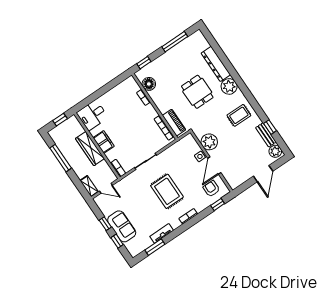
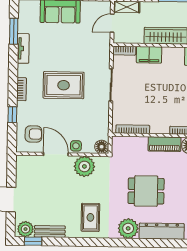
piano: (174, 123) -> (164, 144), moved
window: (270, 127) -> (33, 241), moved
floor lamp: (189, 140) -> (102, 147), added
filing cabinet: (104, 142) -> (149, 55), moved
window: (218, 205) -> (12, 115), moved

